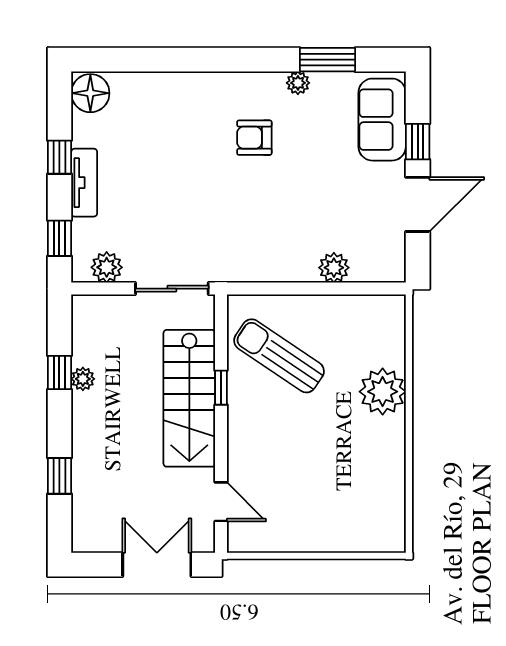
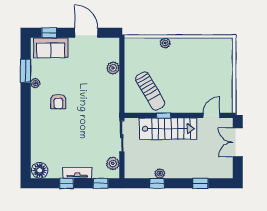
window: (418, 142) -> (49, 33), moved
sun lounger: (279, 356) -> (150, 91), turned -64
plant: (383, 392) -> (165, 43), width x0.53, depth x0.53

